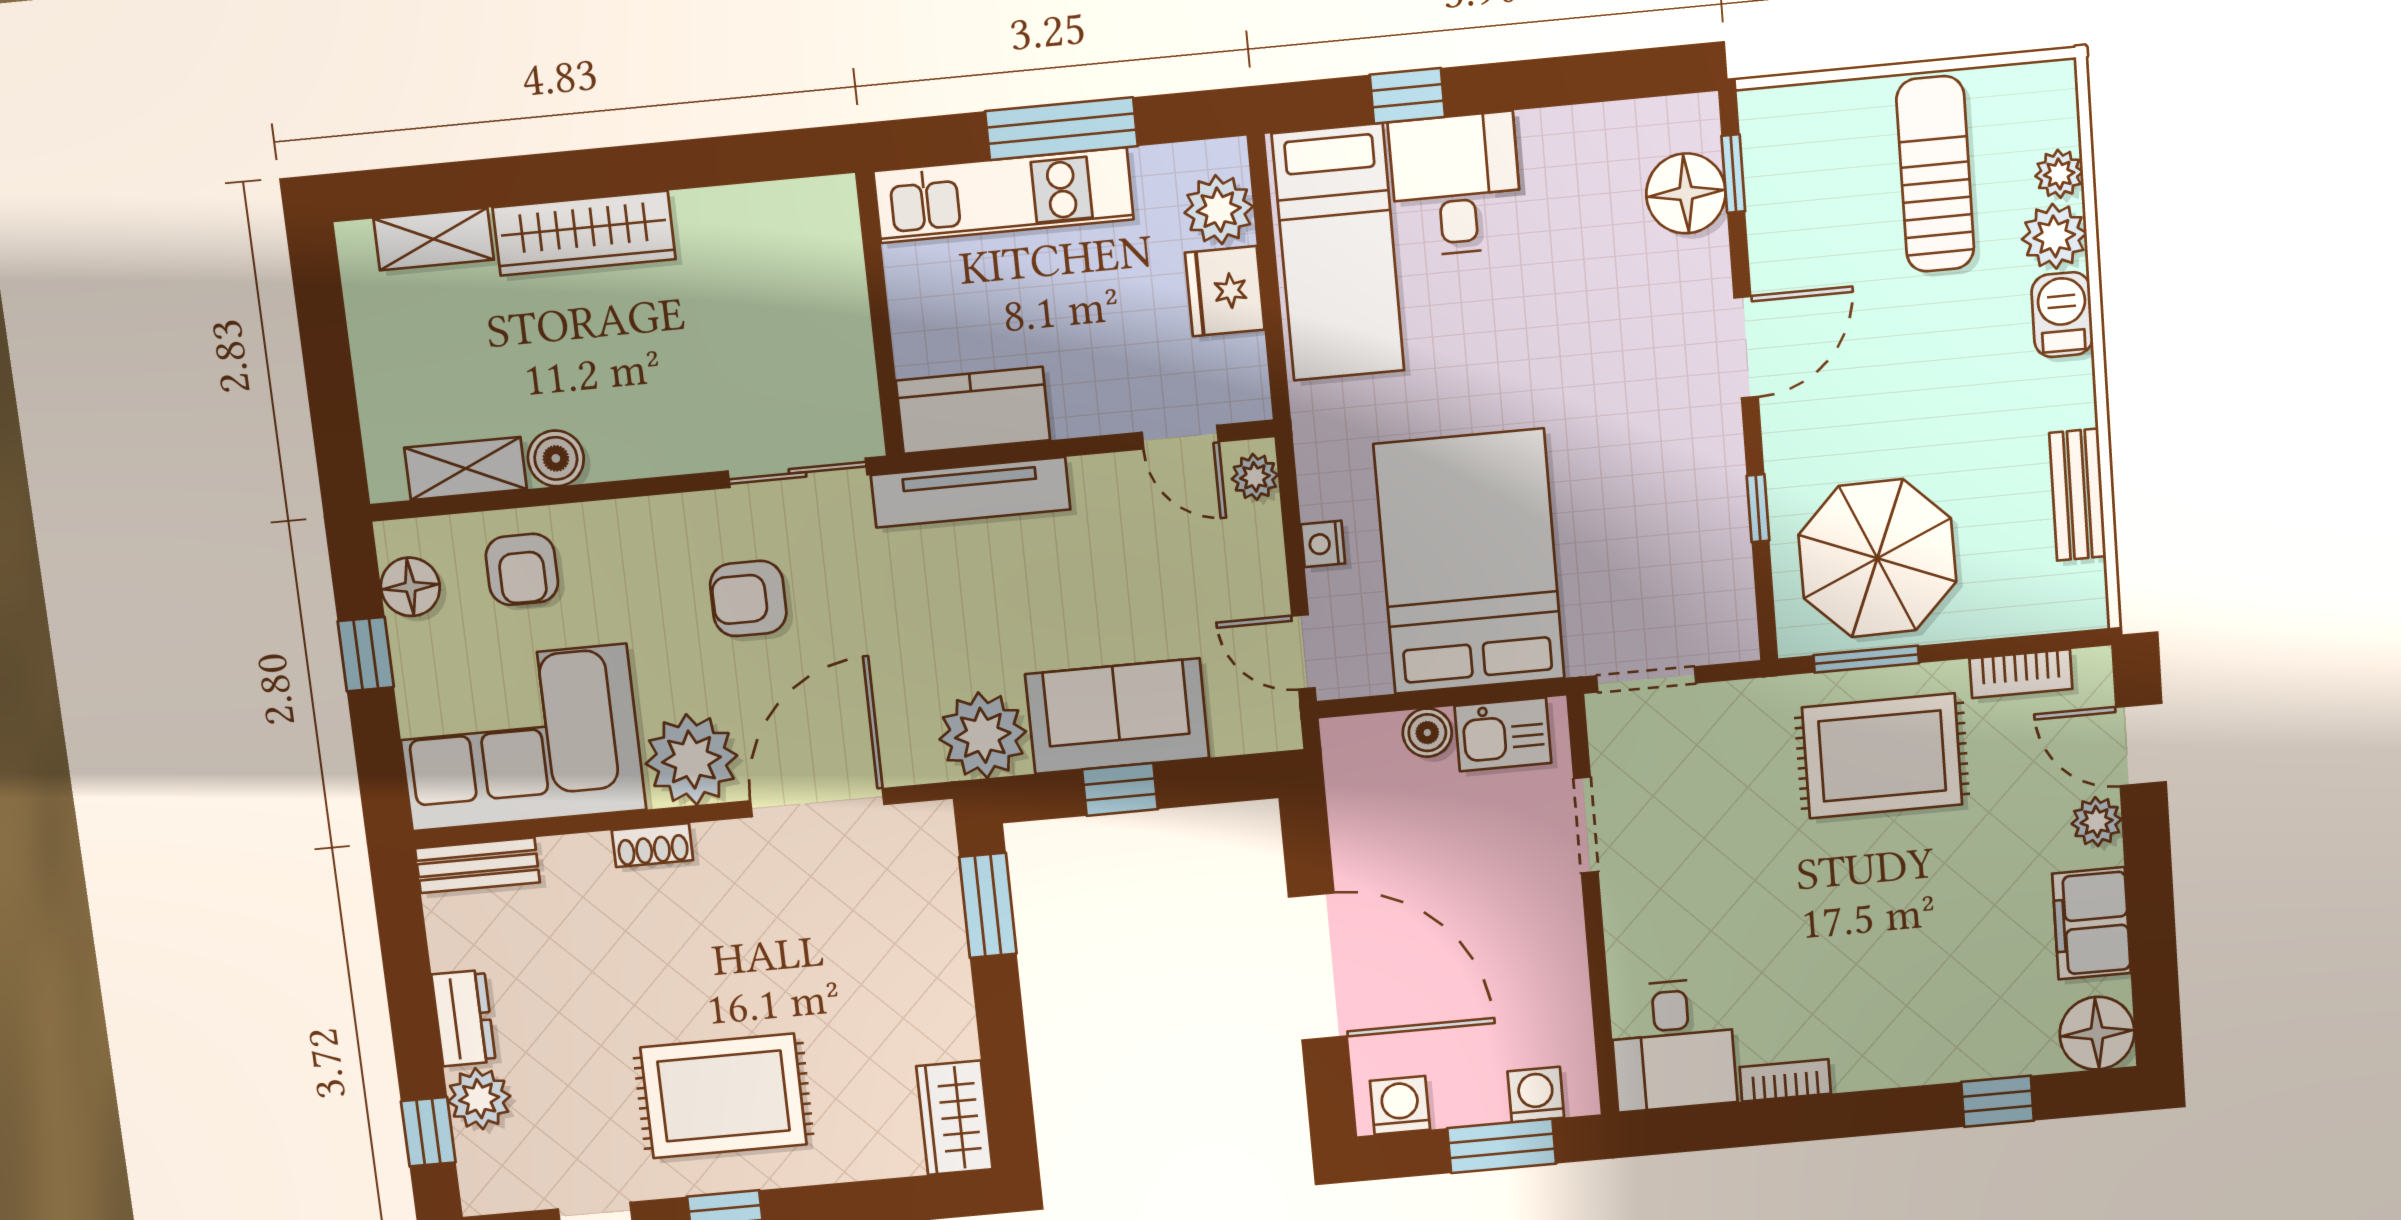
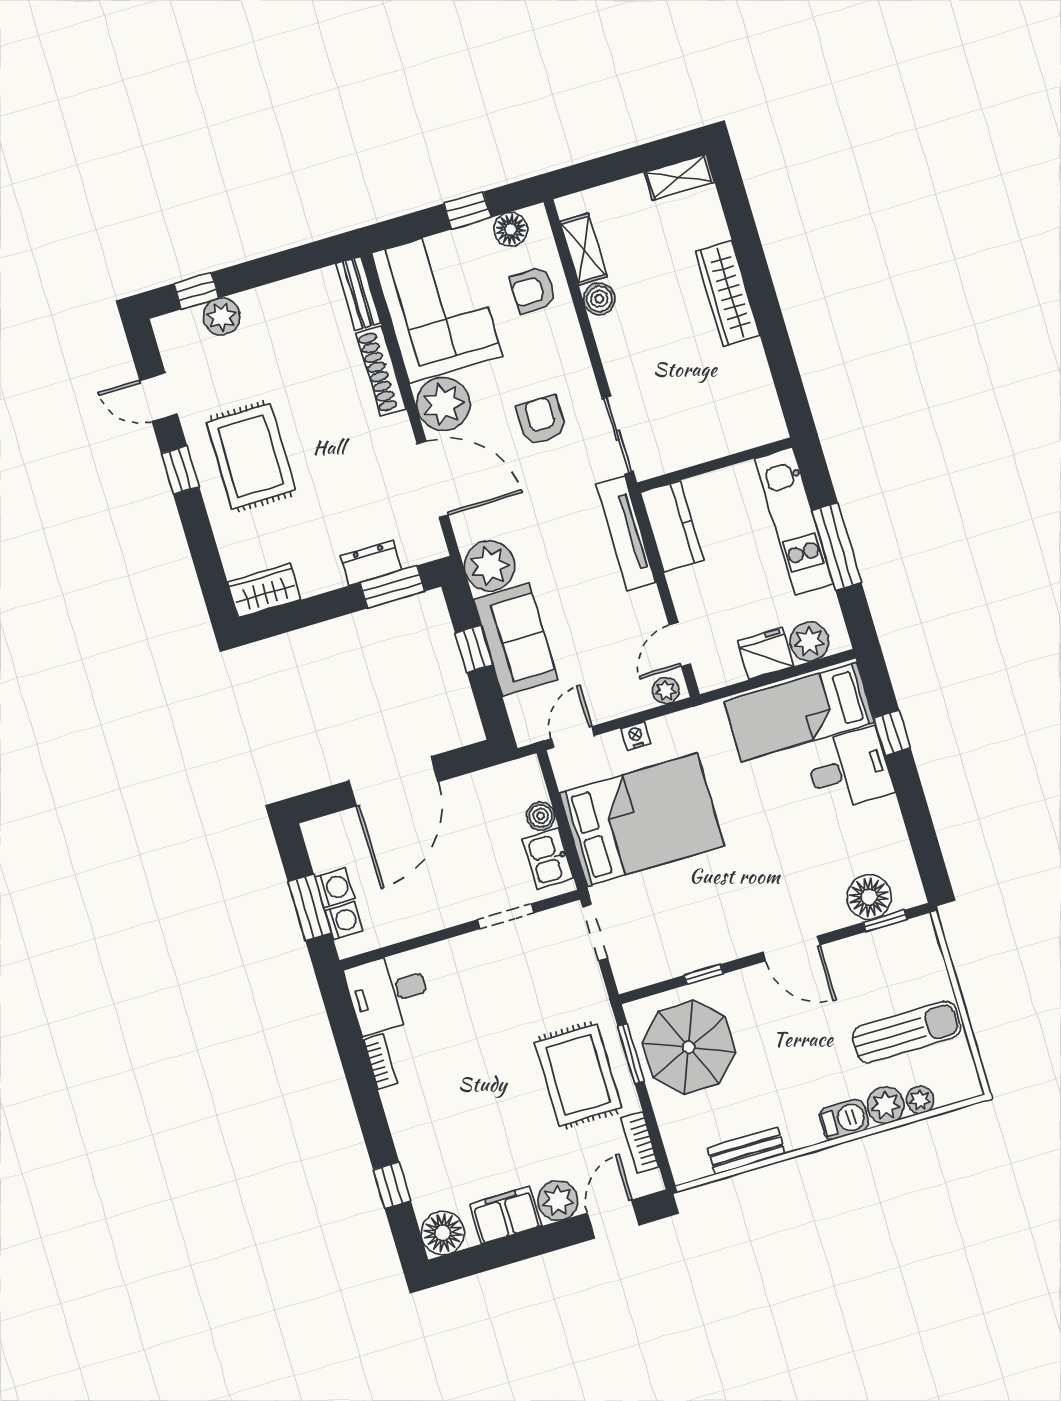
shelving: (434, 239) -> (679, 177), moved, turned 90
plant: (2097, 822) -> (558, 1201), width x1.38, depth x1.38
shoe rack: (652, 845) -> (381, 371), width x1.94, depth x1.24
dresser: (464, 1018) -> (371, 563), moved, turned 180
washing machine: (1400, 1105) -> (335, 888), moved

